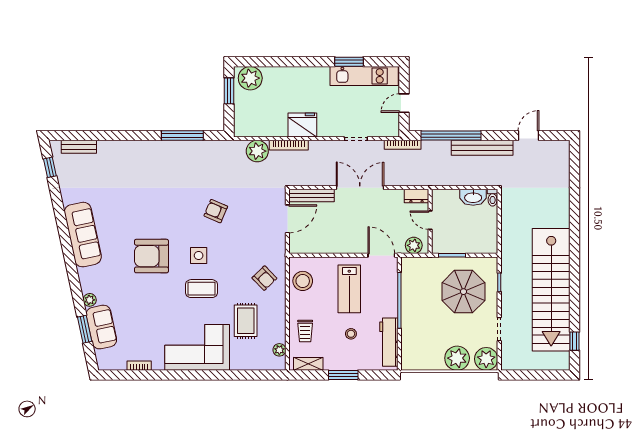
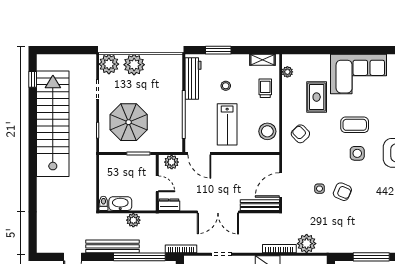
plant: (458, 178) -> (133, 220), added
side table: (242, 215) -> (320, 189), added
lab bench: (349, 289) -> (227, 124), turned 180
window: (343, 375) -> (218, 50), moved

